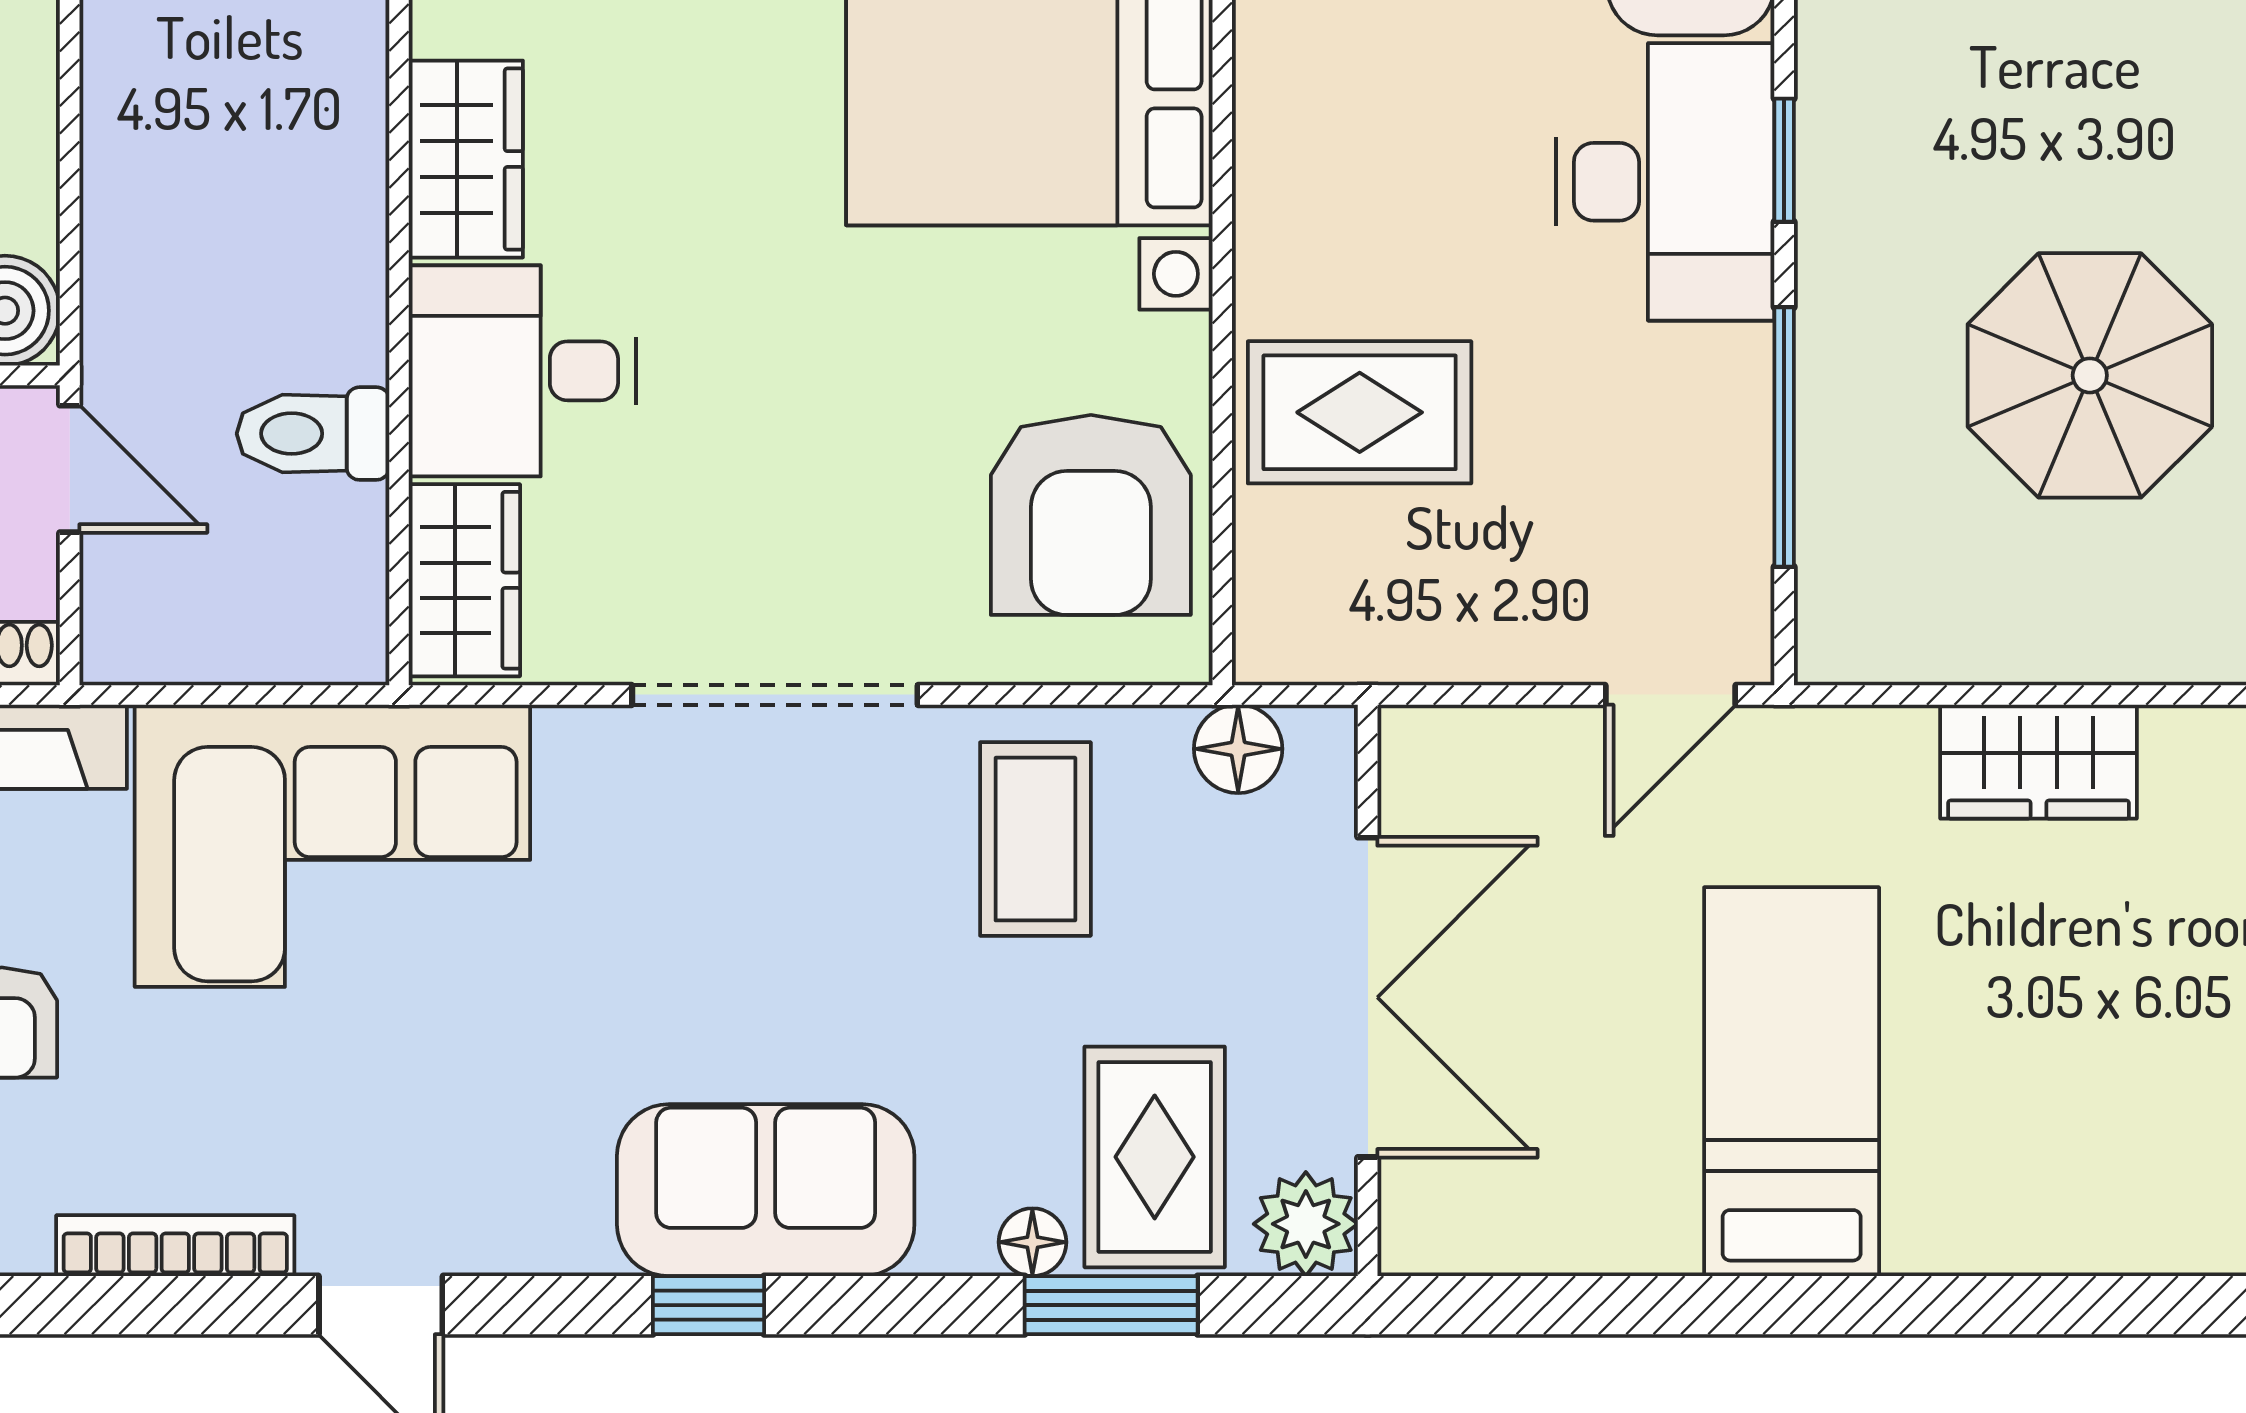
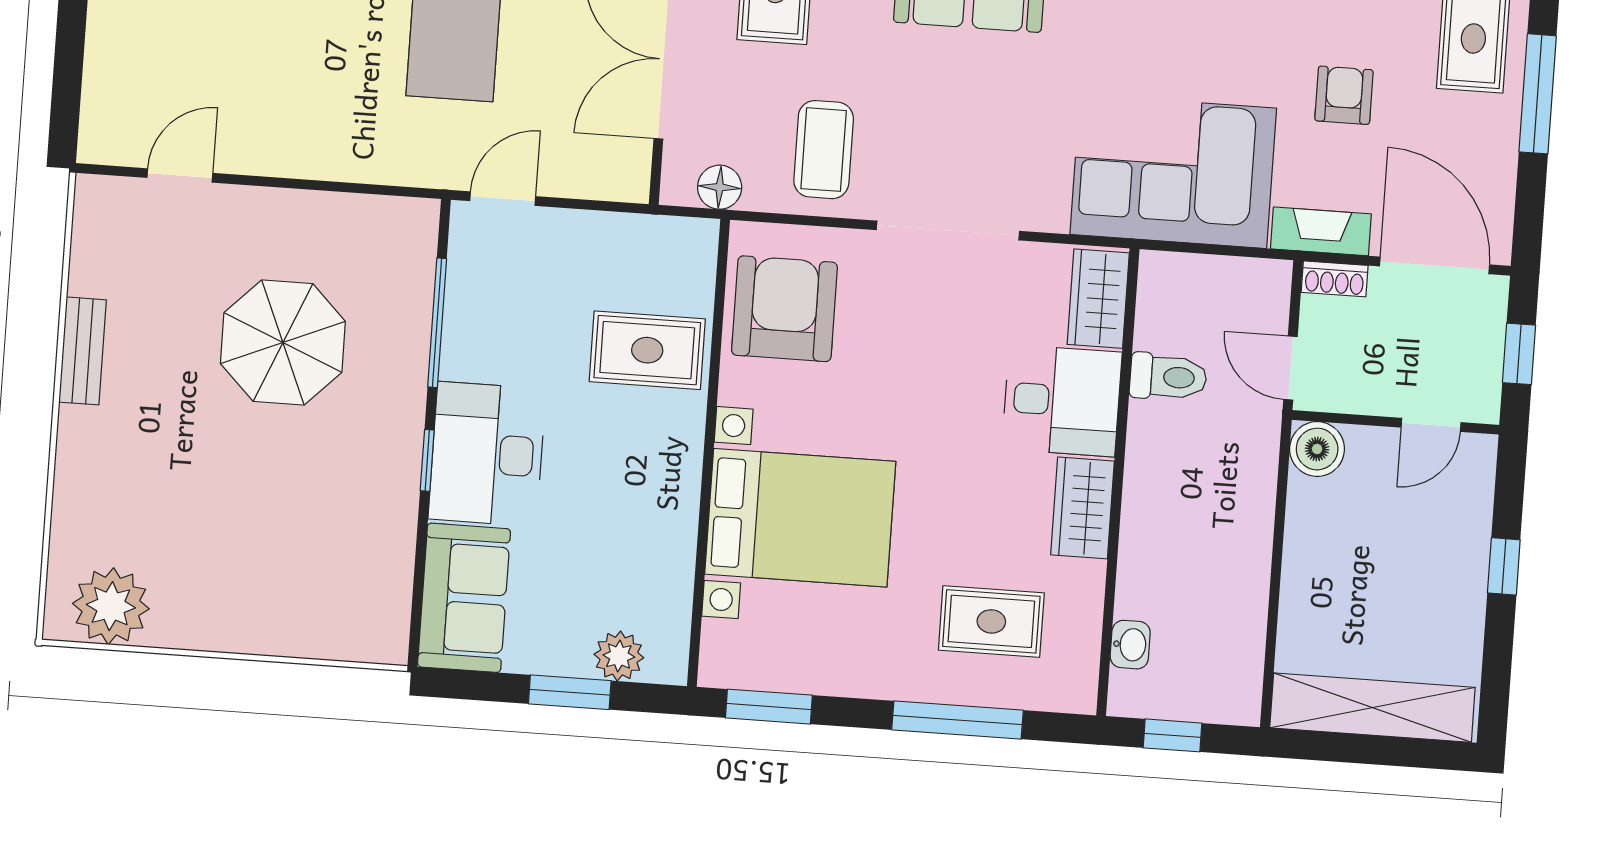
wardrobe: (2038, 762) -> (322, 152), removed

